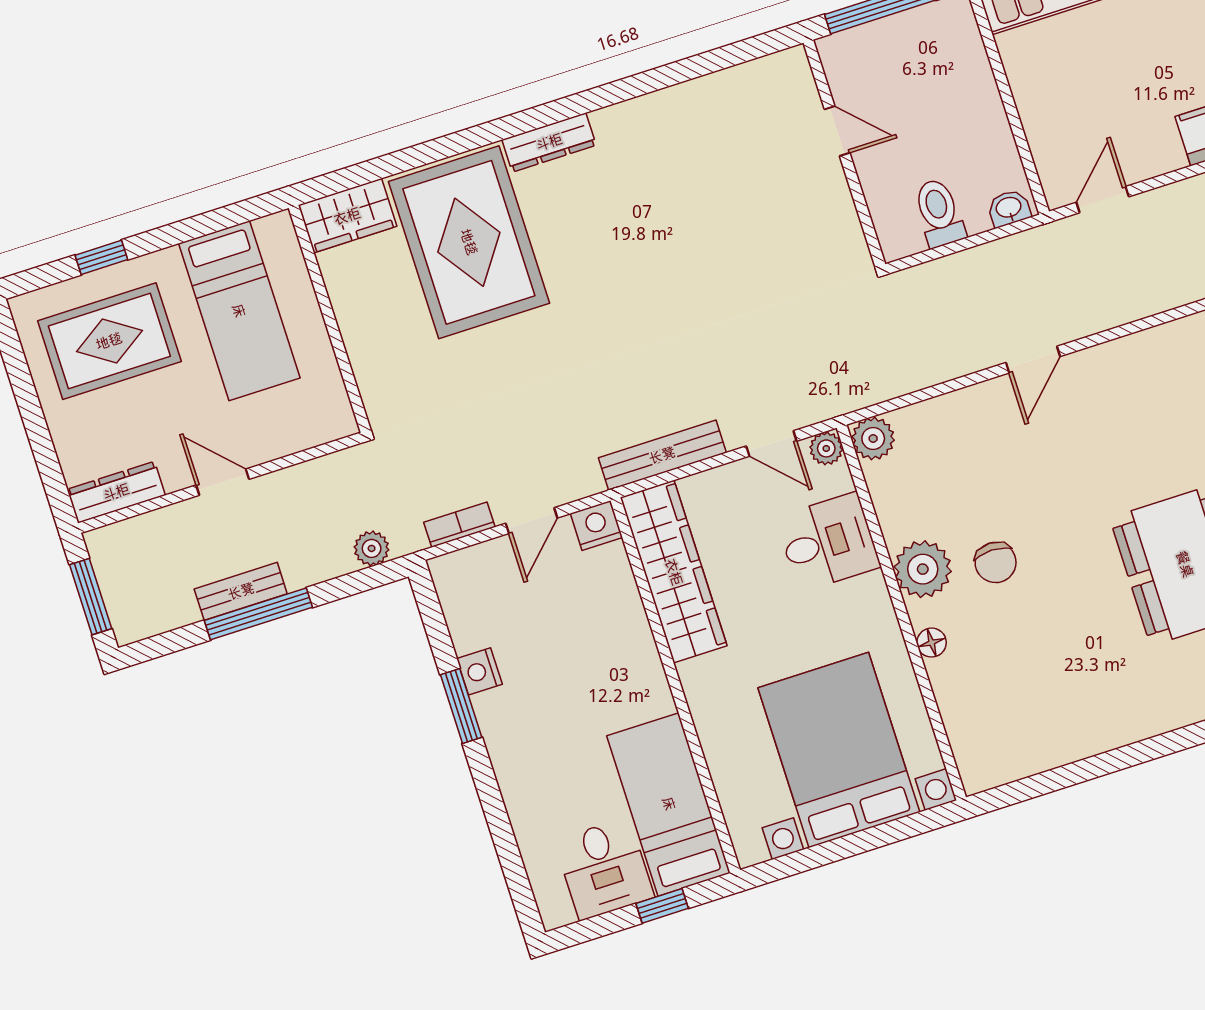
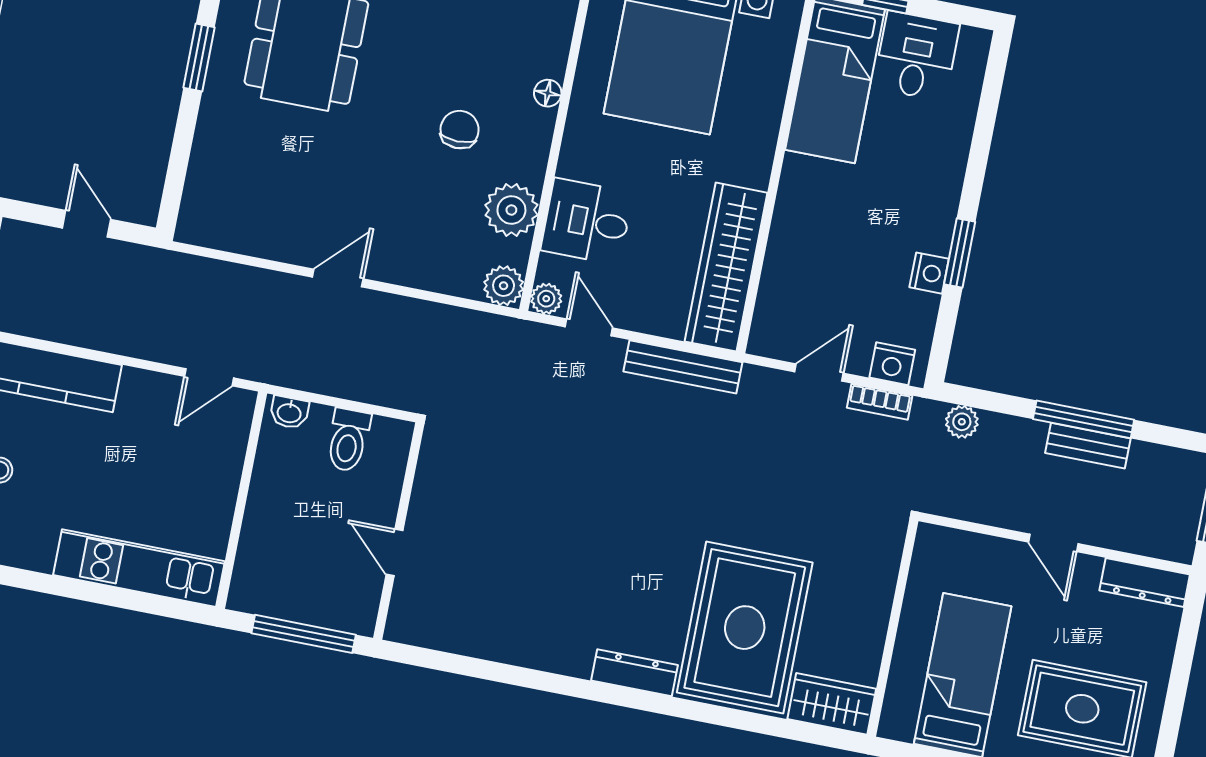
nightstand: (596, 525) -> (892, 364), moved
plant: (923, 569) -> (511, 210), moved

